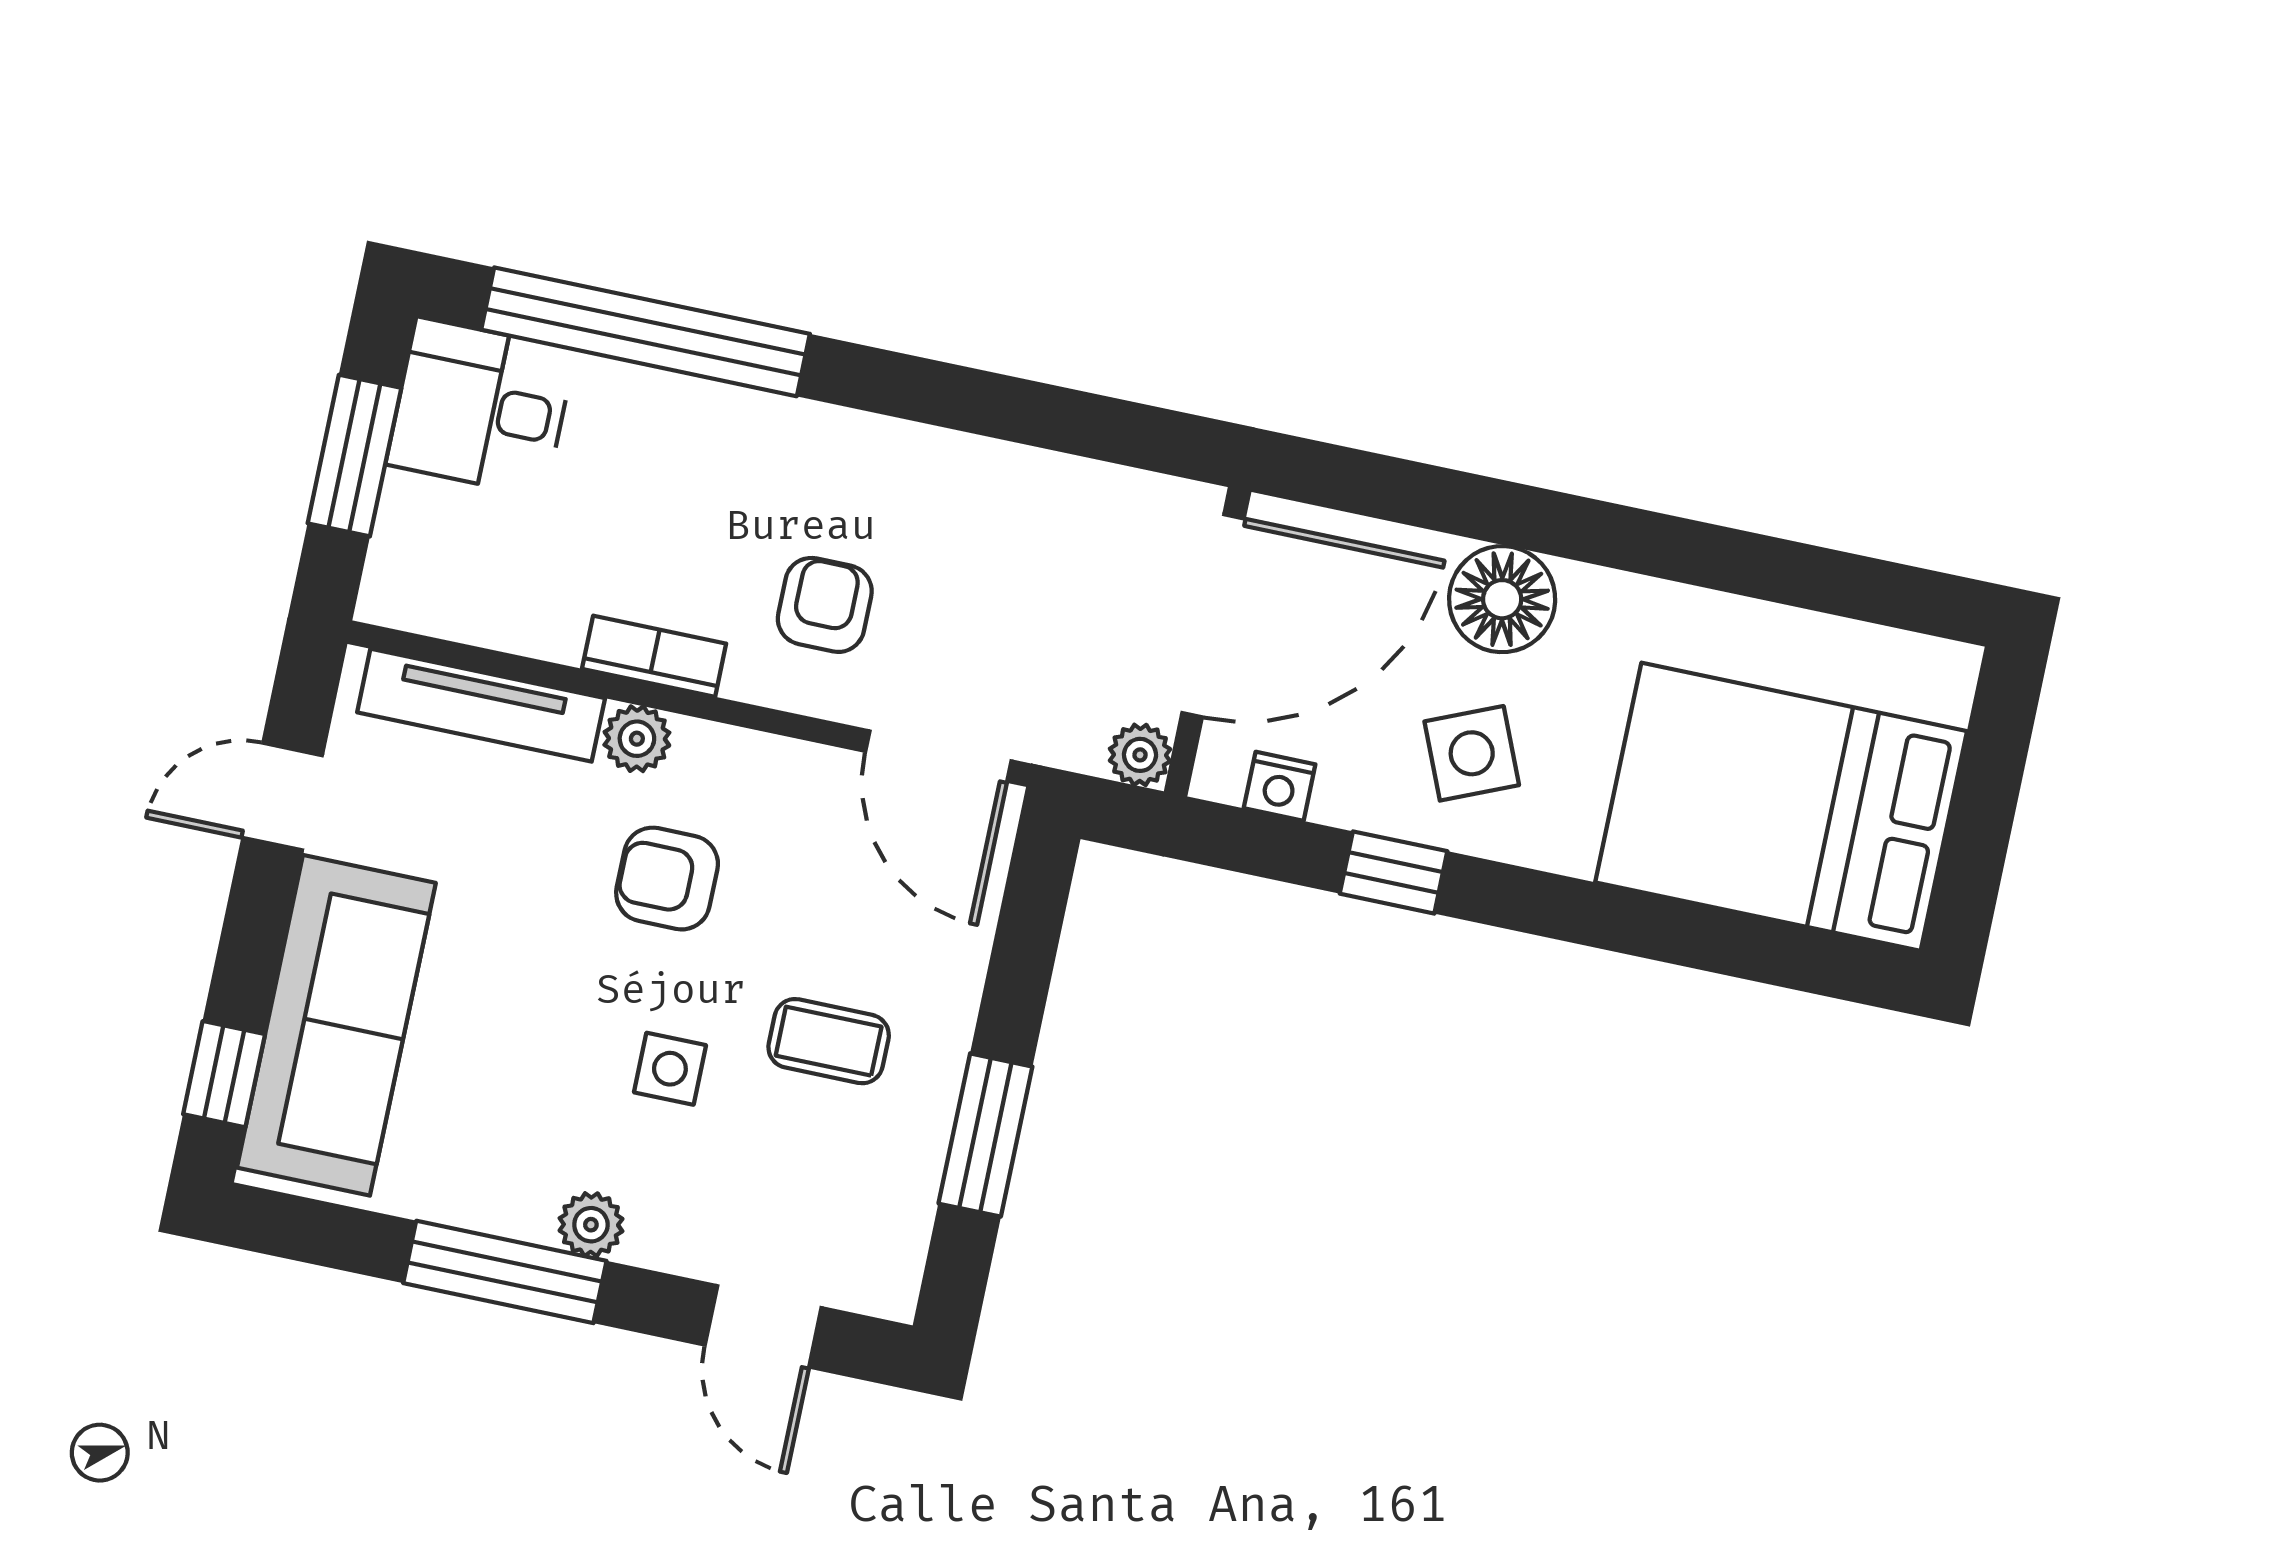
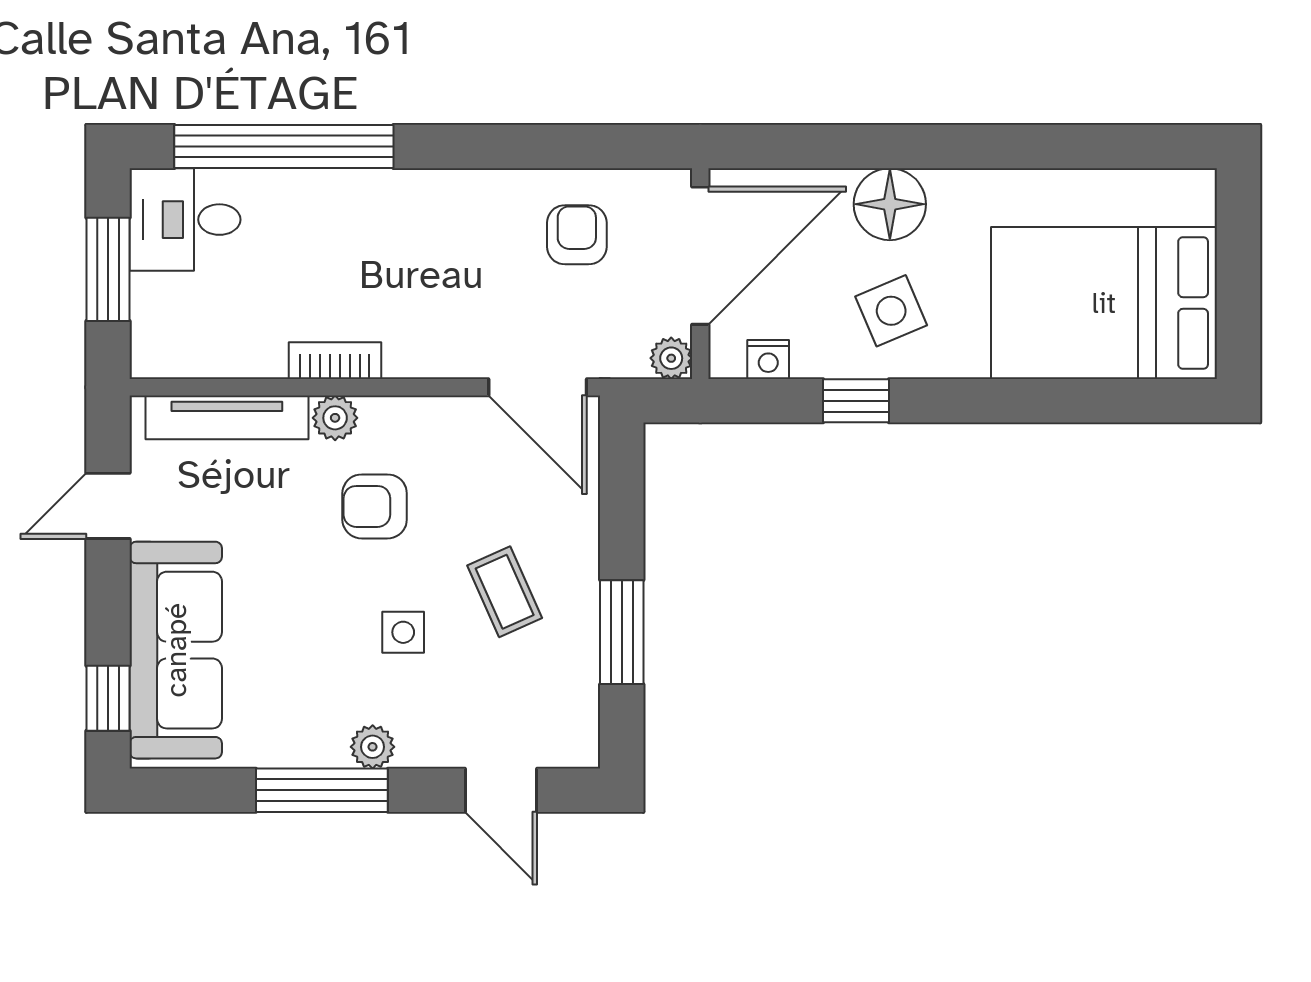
armchair: (825, 605) -> (577, 235), moved
coffee table: (829, 1041) -> (505, 592), turned 66

